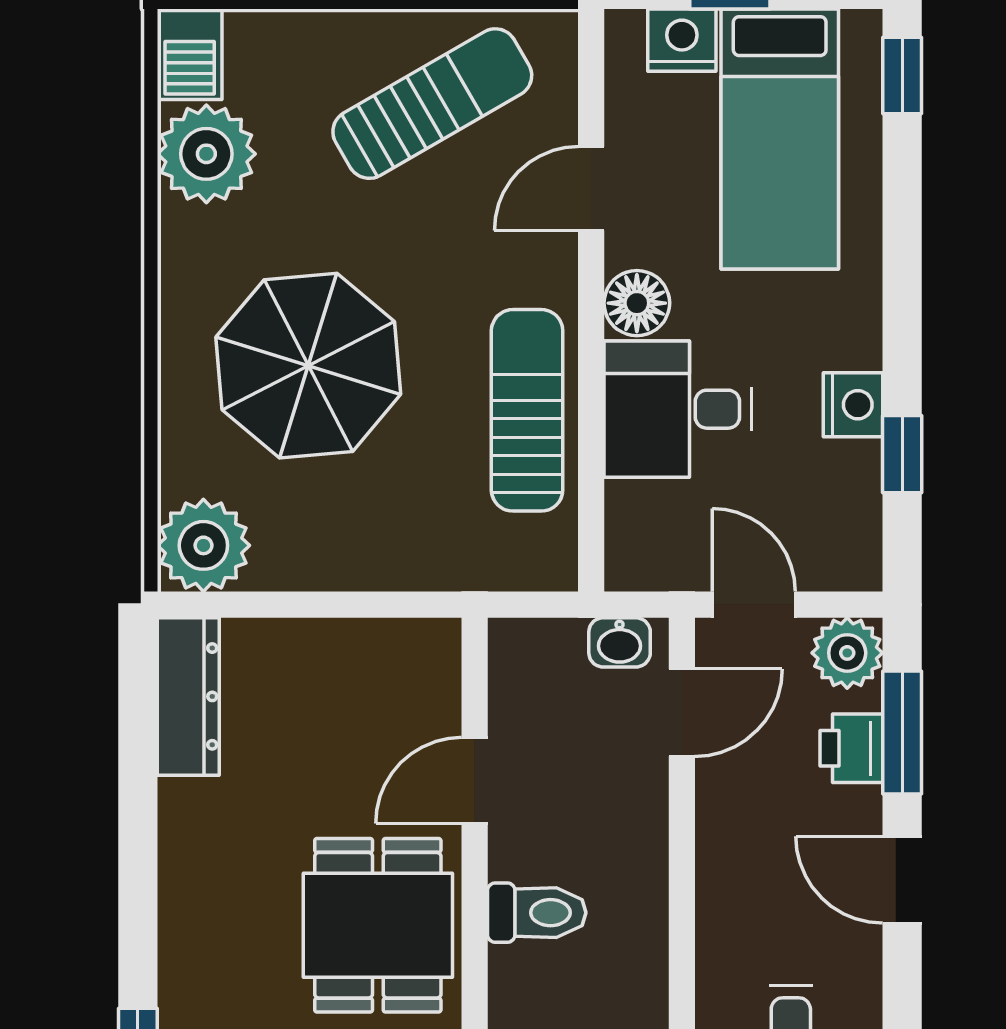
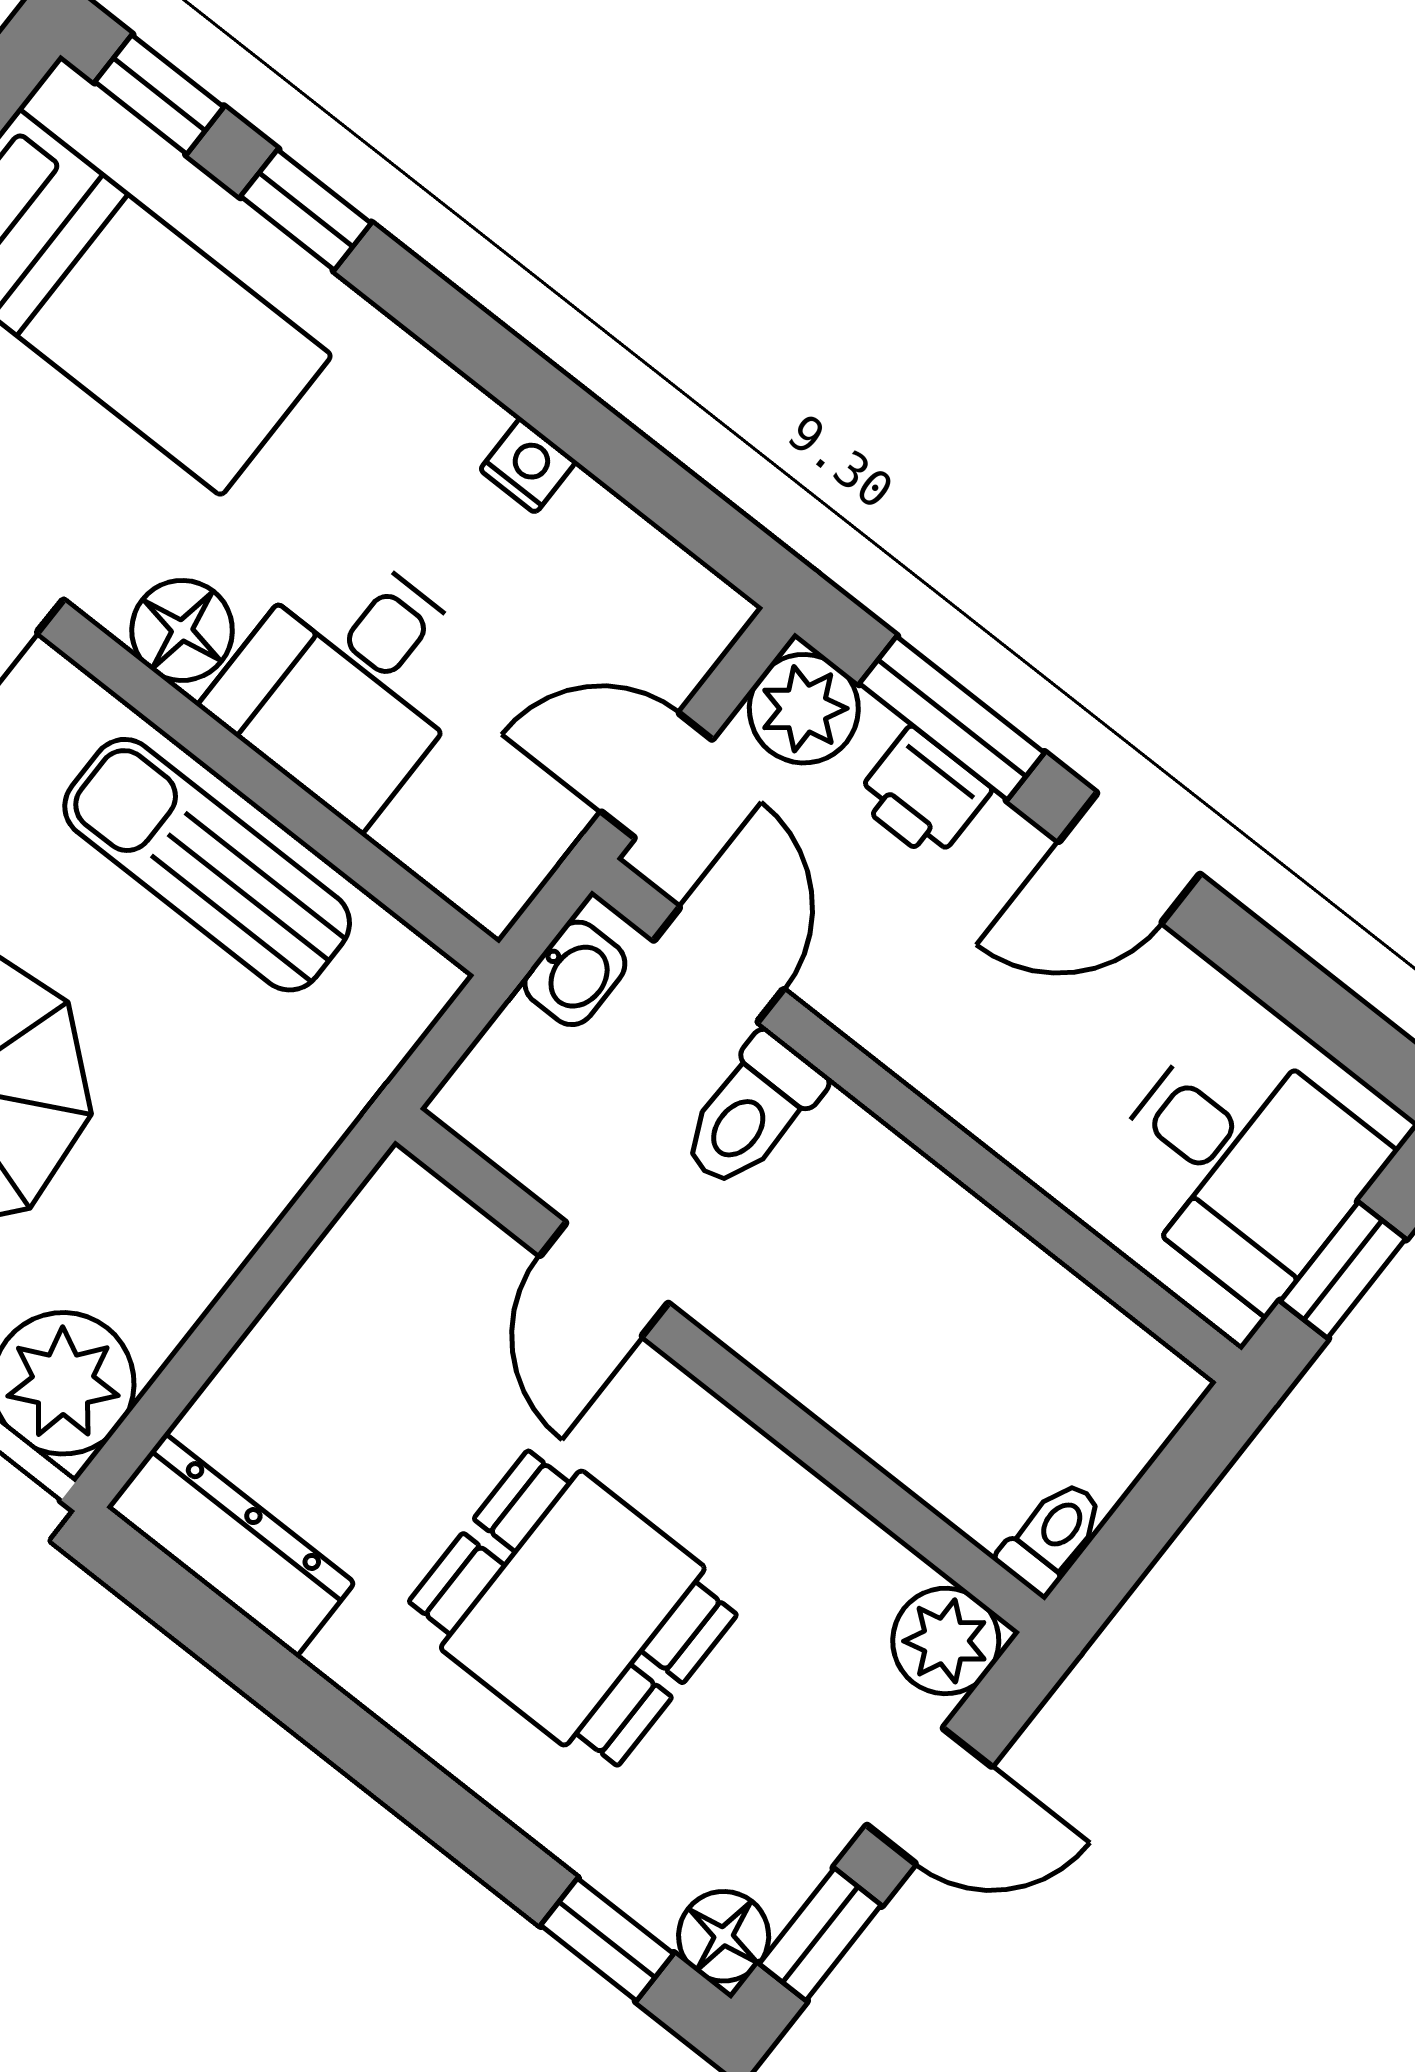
nightstand: (853, 405) -> (528, 465), width x0.72, depth x0.74
window: (902, 454) -> (306, 210), moved
toilet: (537, 913) -> (751, 1112), moved, turned 180
dining table: (378, 925) -> (573, 1608), moved

